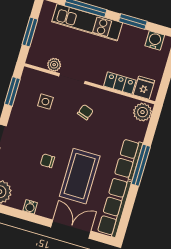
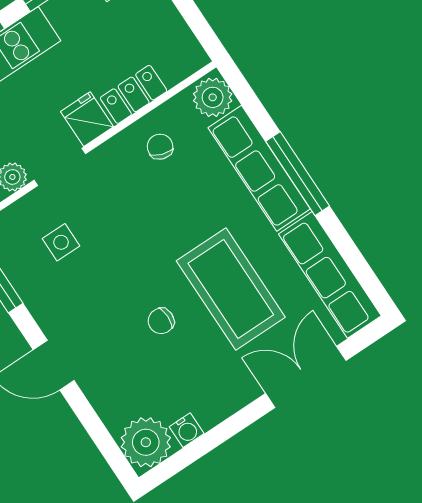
fridge: (144, 88) -> (87, 119), moved
chair: (85, 112) -> (160, 147), moved
row of seats: (129, 159) -> (259, 168), width x1.48
water cooler: (30, 207) -> (187, 430), moved

